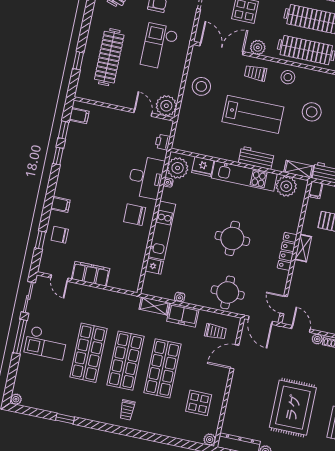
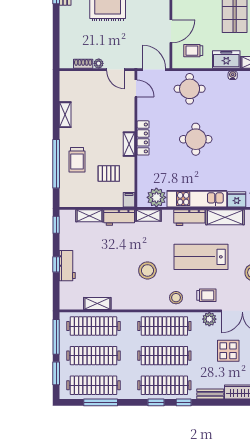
shelving: (219, 150) -> (225, 217), added

